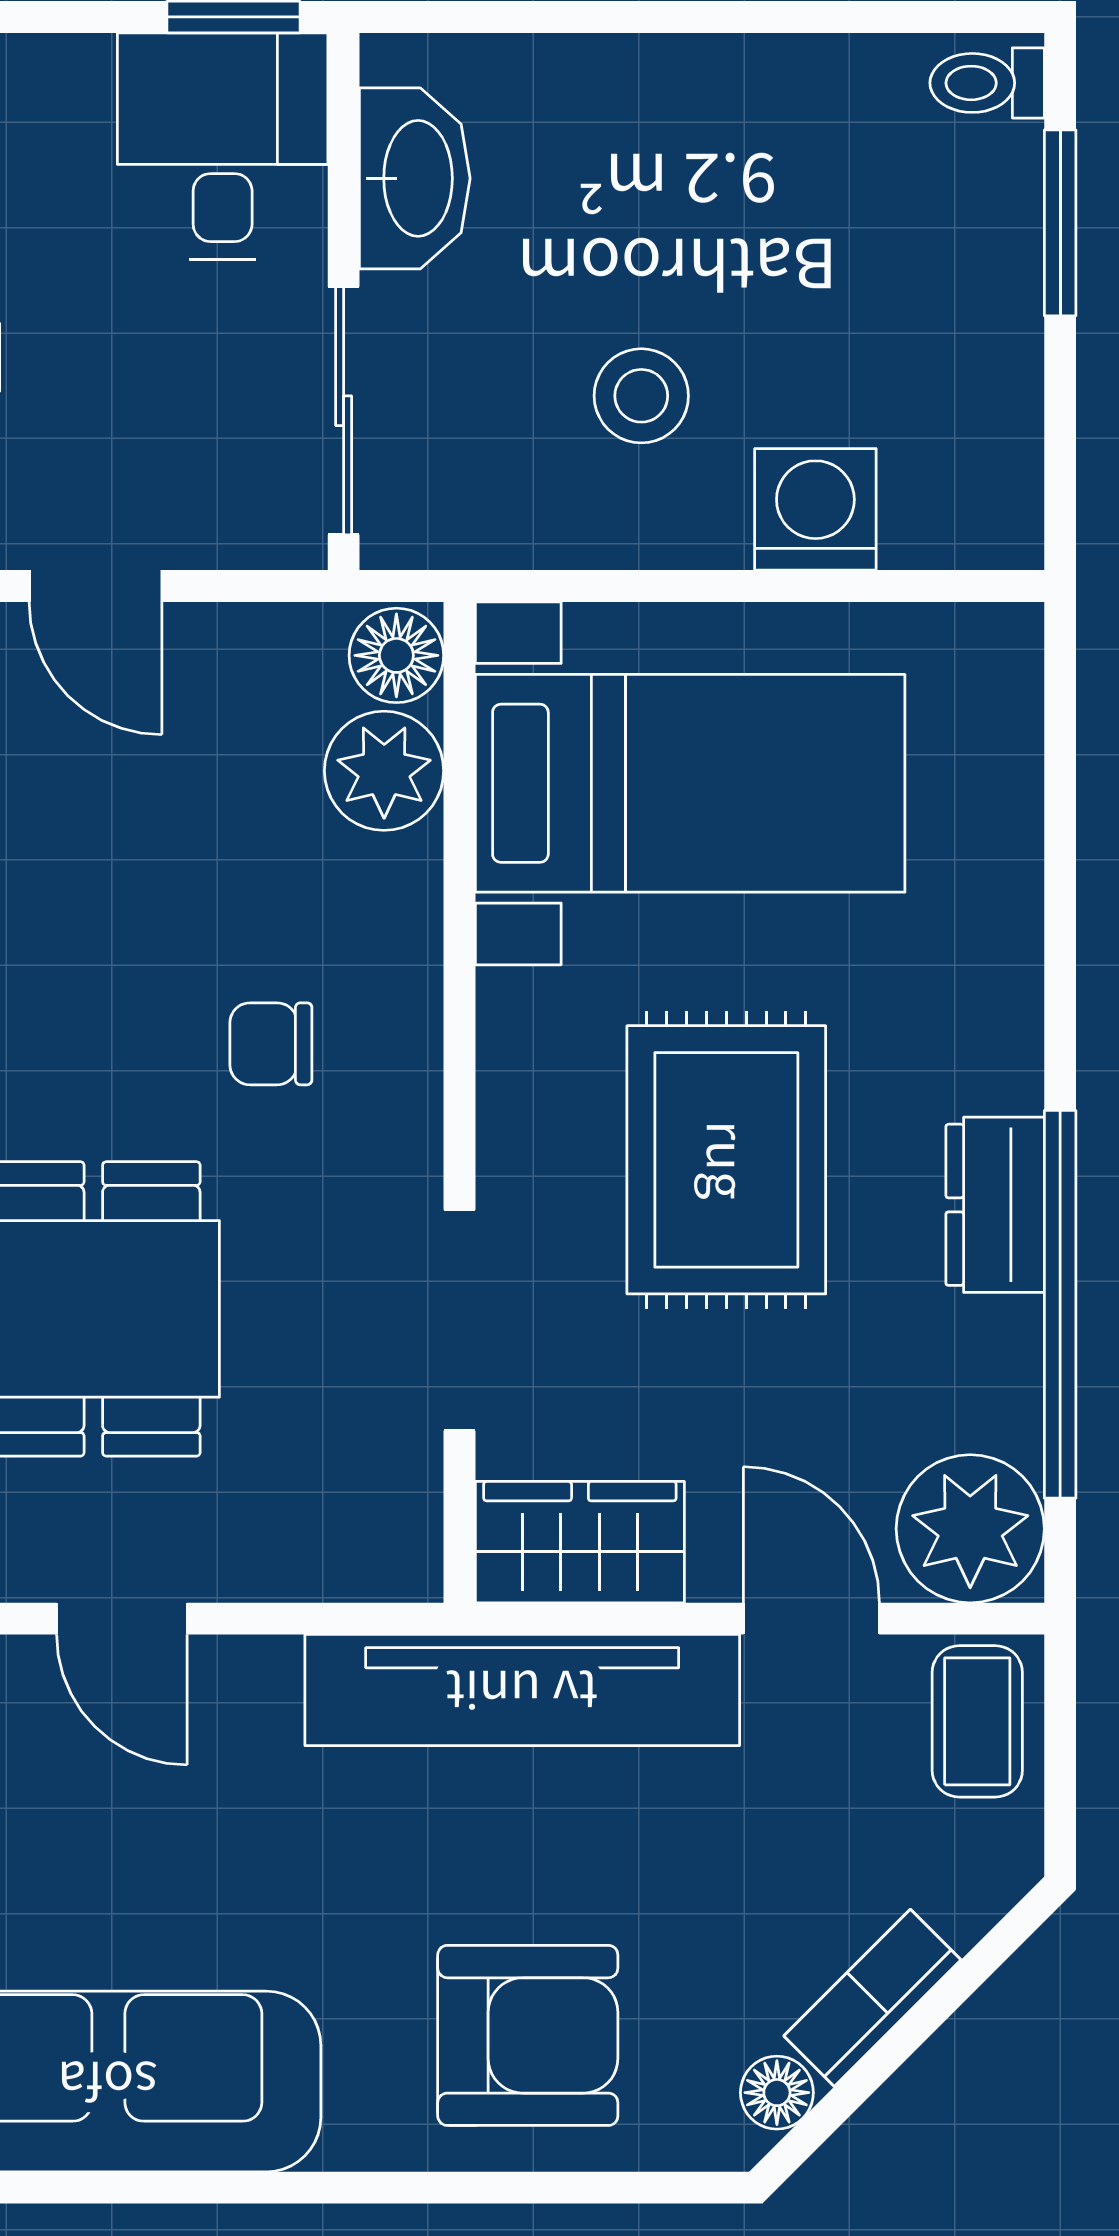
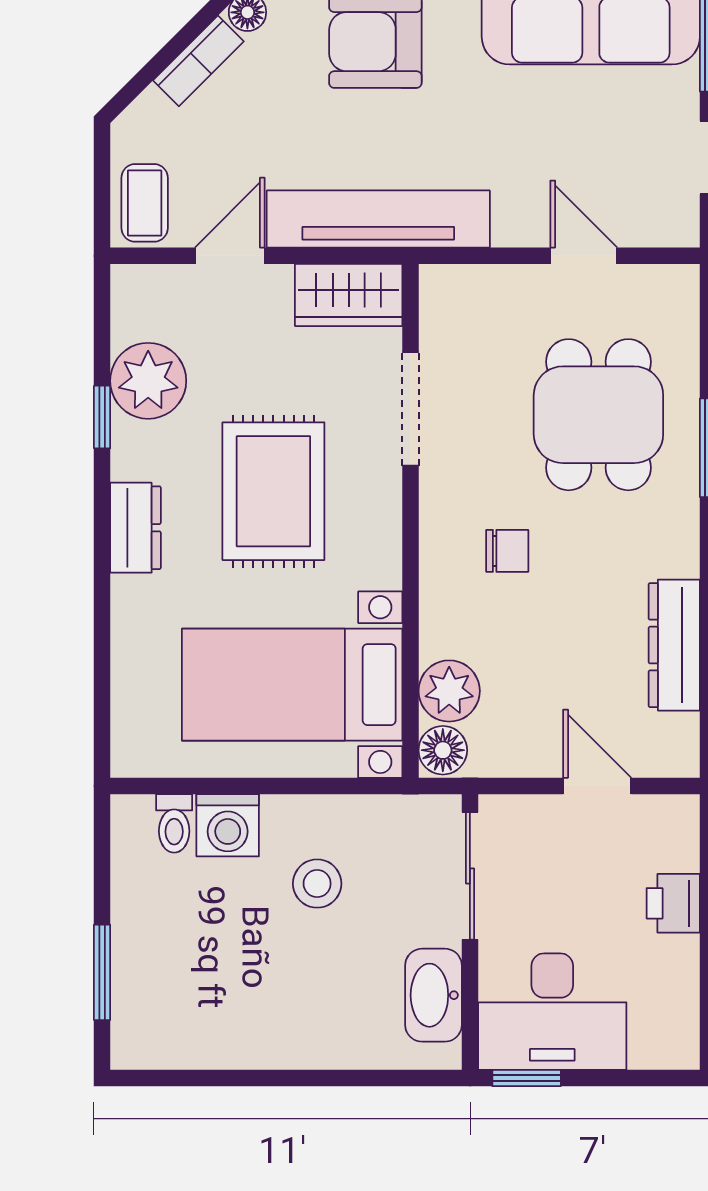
toilet: (987, 83) -> (174, 823), moved, turned 90
desk: (223, 146) -> (552, 1012), width x1.37
dresser: (995, 1205) -> (135, 528), moved
window: (1060, 1304) -> (102, 417), width x0.32
plant: (970, 1529) -> (148, 381), moved
door: (811, 1619) -> (230, 256), swing flipped

